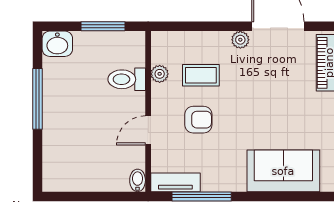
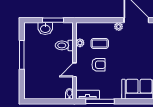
washbasin: (57, 44) -> (45, 28), moved

